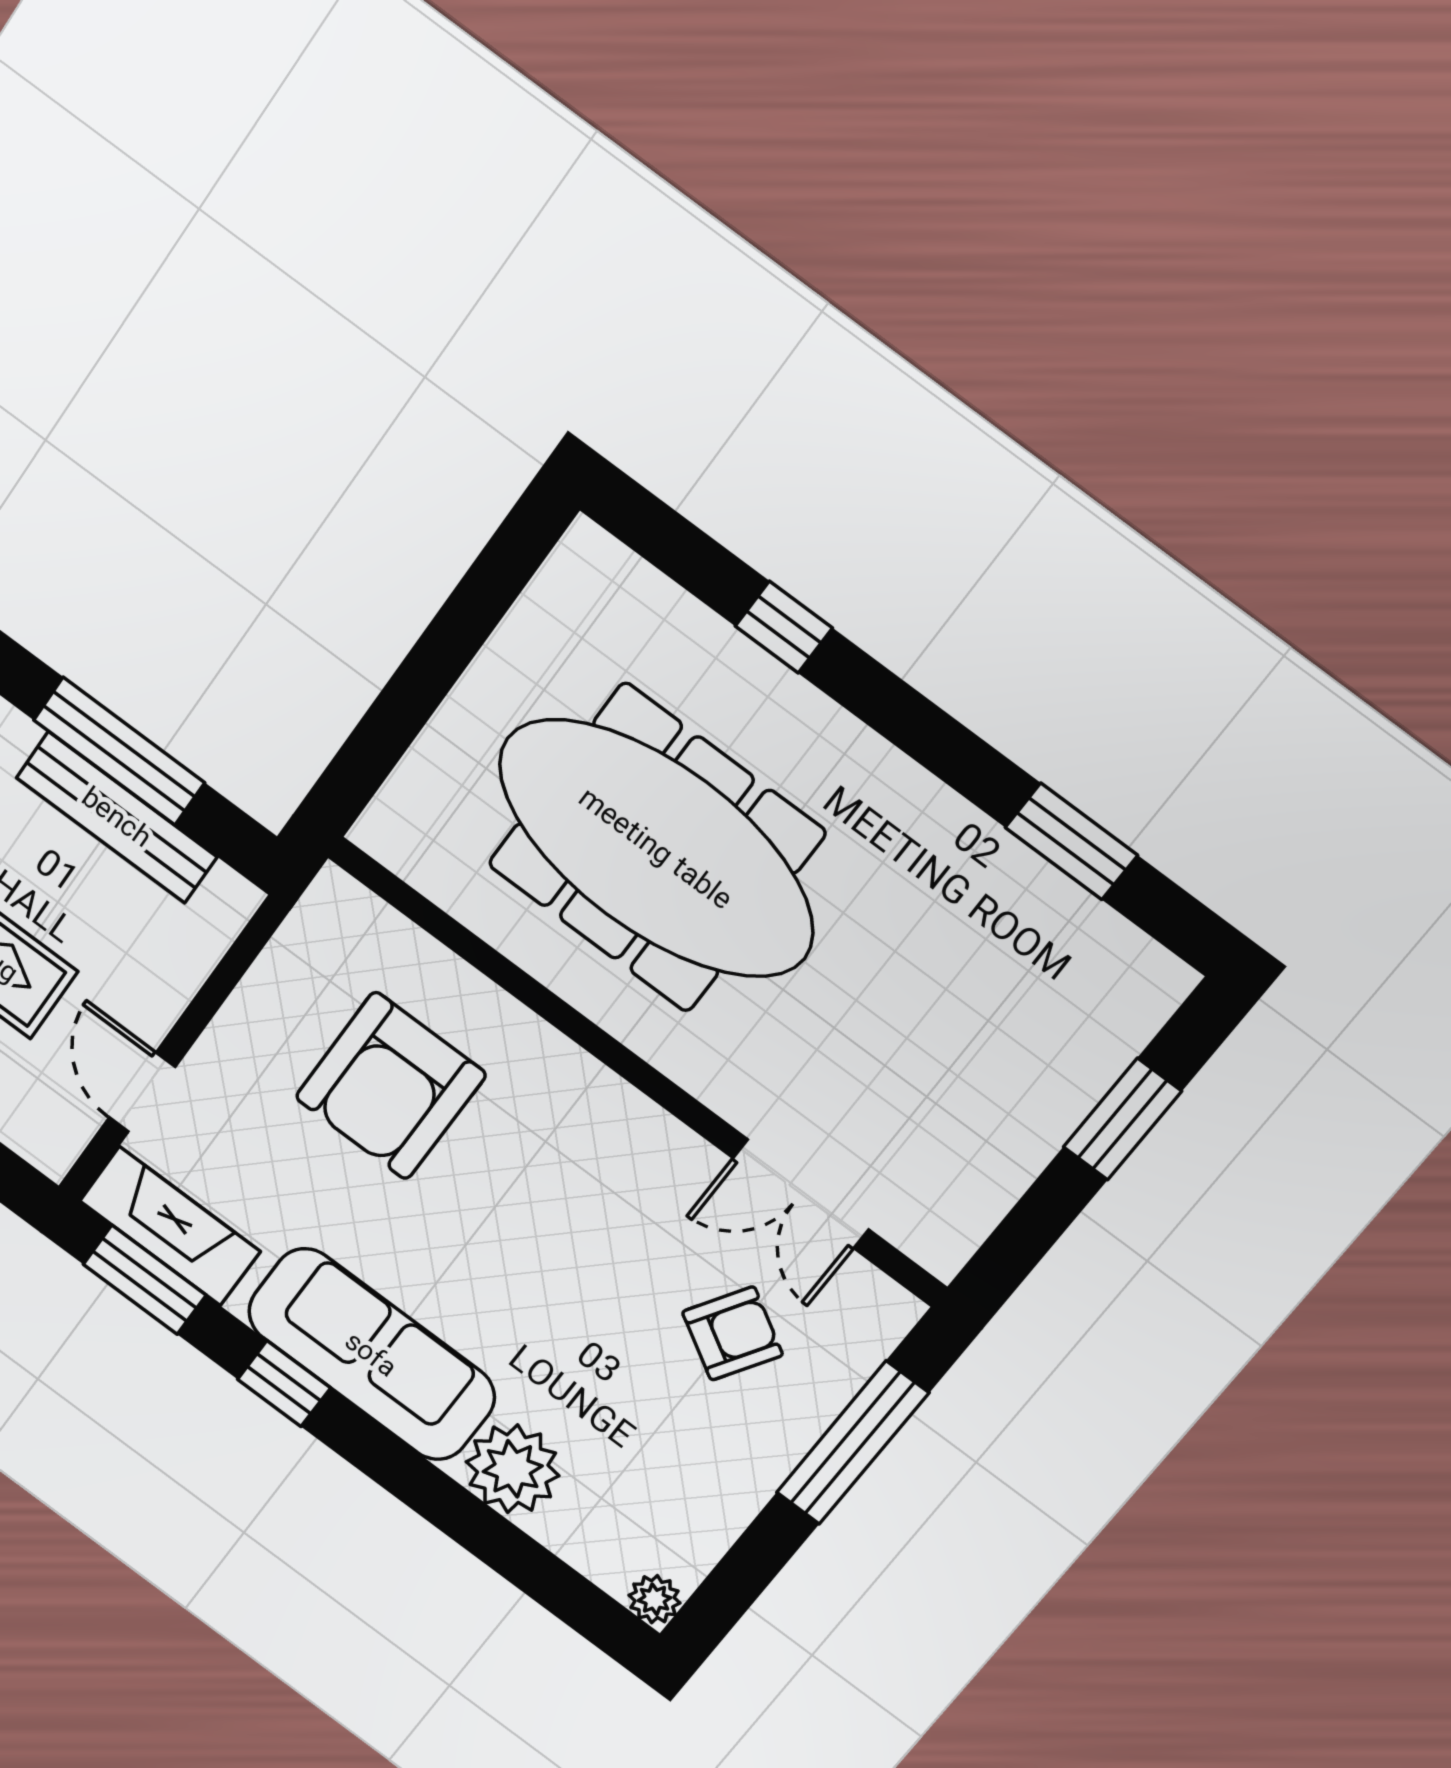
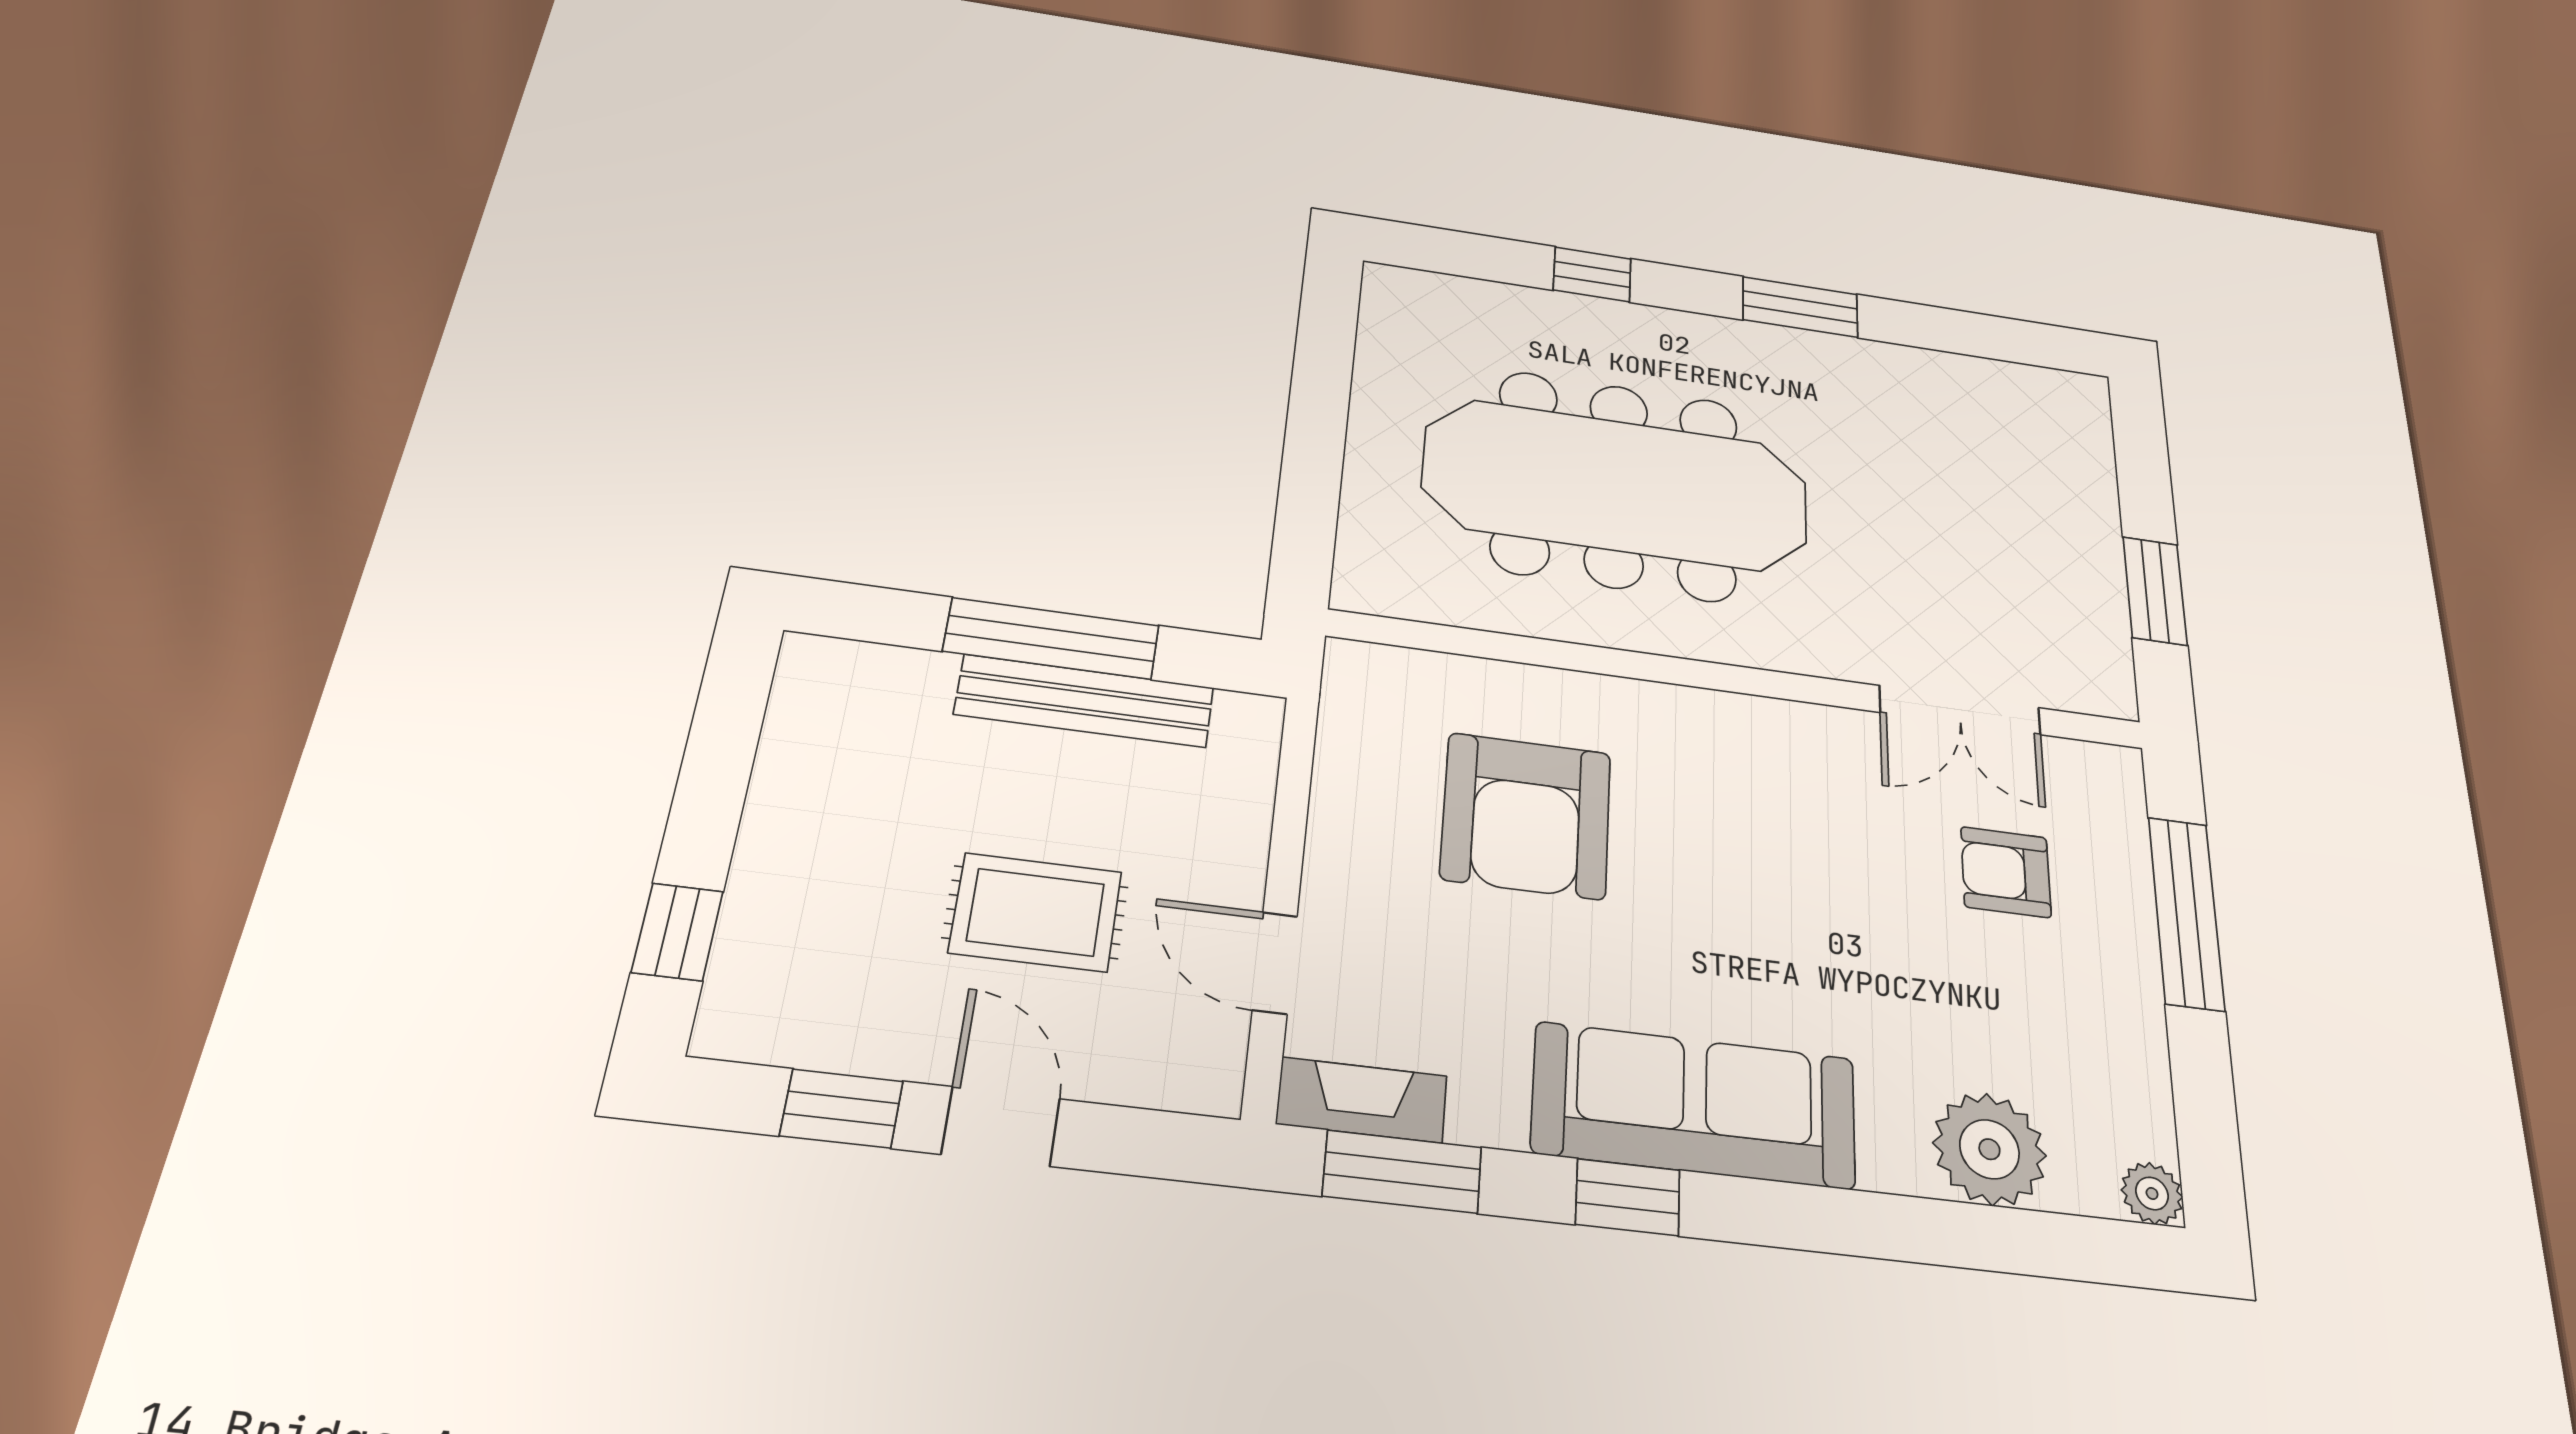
window: (1071, 841) -> (1800, 307), moved
window: (1122, 1119) -> (2155, 591), moved
fireplace: (170, 1226) -> (1362, 1100), width x0.73, depth x0.76
armchair: (733, 1333) -> (2006, 872), turned -121
plant: (513, 1469) -> (1989, 1149), moved

